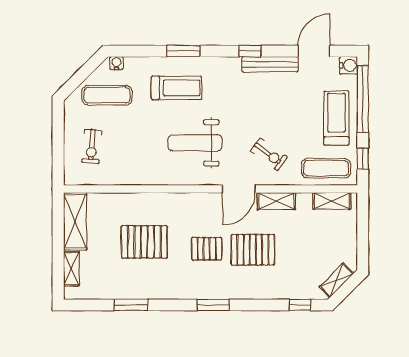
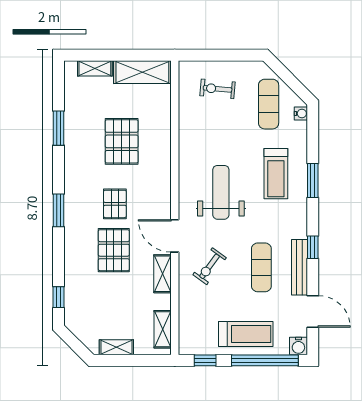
exercise mat: (326, 168) -> (261, 267), moved
shelving: (337, 280) -> (116, 347), moved, turned -45

